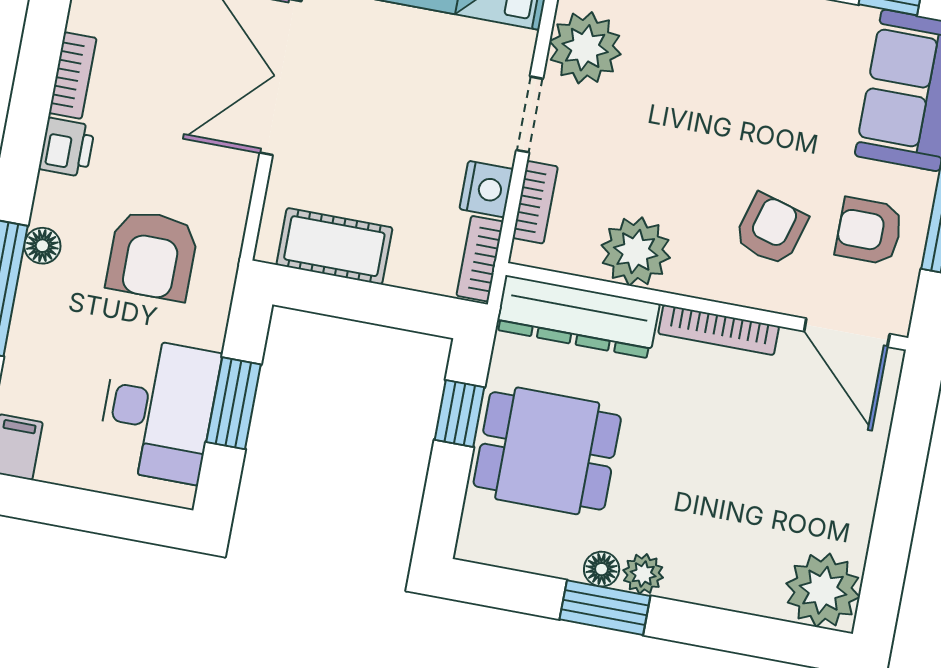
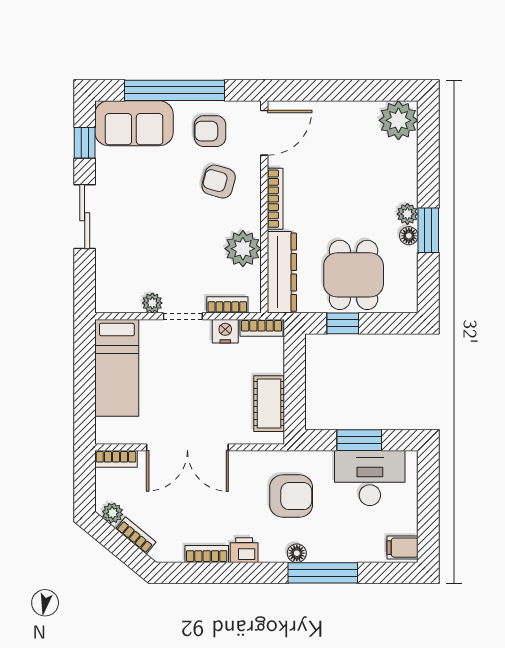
plant: (585, 48) -> (152, 303), width x0.53, depth x0.53
armchair: (869, 231) -> (210, 131), turned 90

